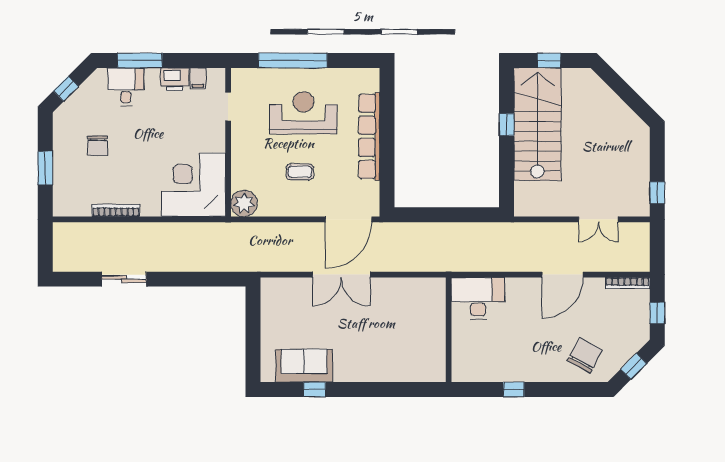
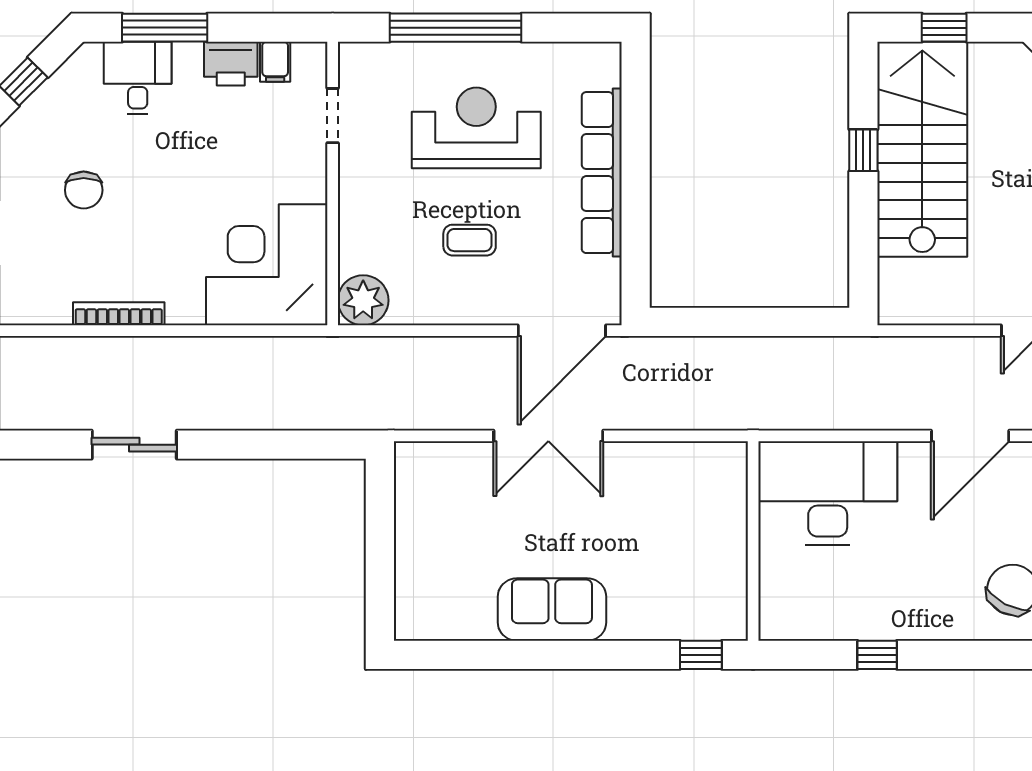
desk: (478, 298) -> (828, 493), width x1.36, depth x1.30
sofa: (304, 366) -> (552, 610), moved
window: (315, 389) -> (701, 655), moved

